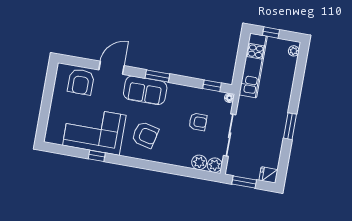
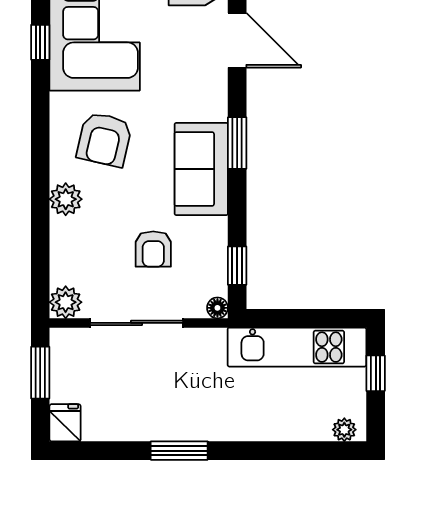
sofa: (145, 90) -> (201, 169), moved
plant: (199, 162) -> (66, 199), moved

